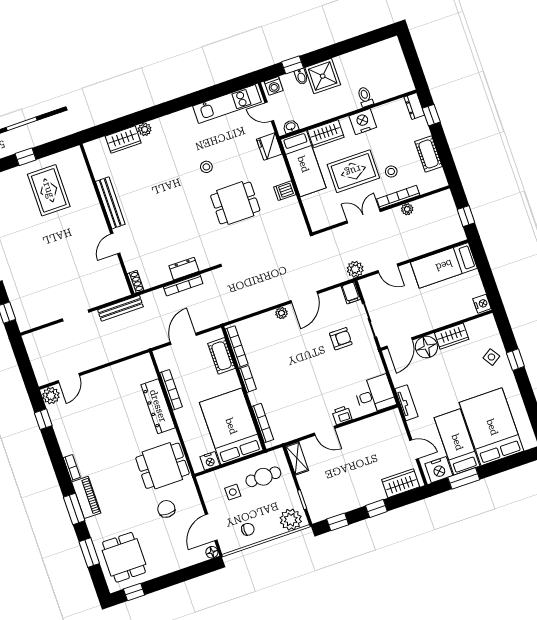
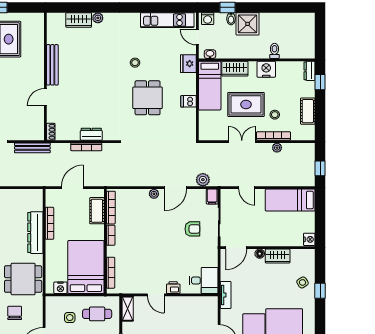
dining table: (235, 203) -> (148, 98), turned 90
plant: (355, 269) -> (203, 180), moved
floor lamp: (426, 347) -> (260, 254), width x0.53, depth x0.53

